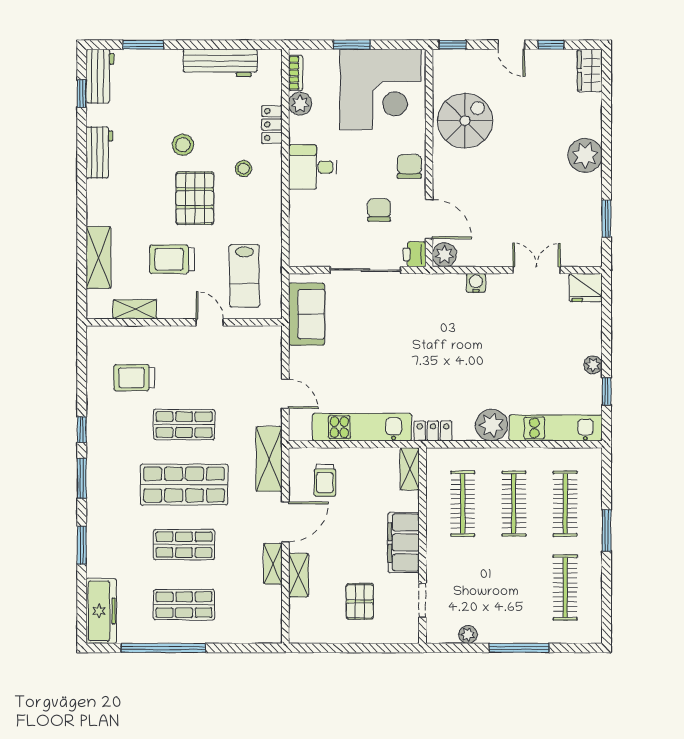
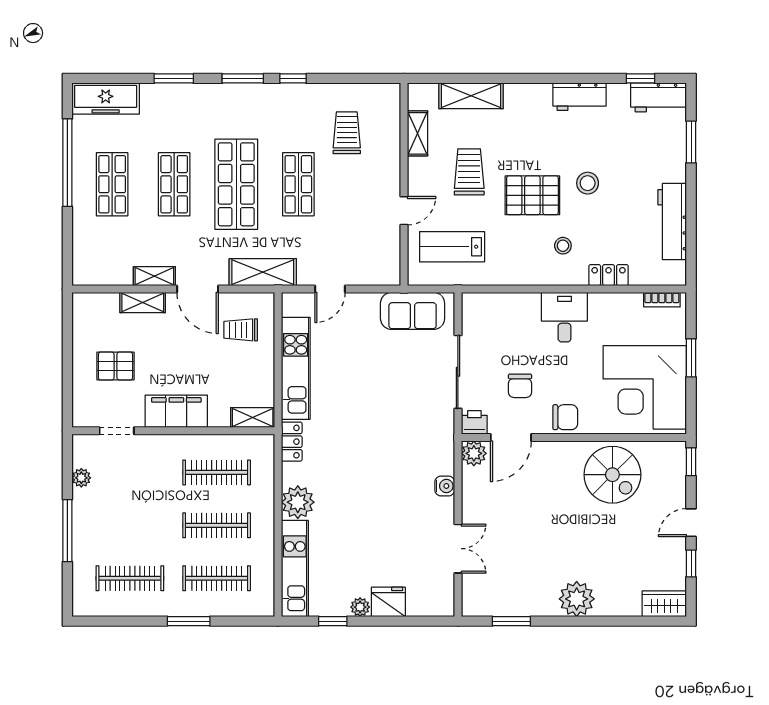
plant: (300, 104) -> (630, 304), removed
chair: (379, 210) -> (520, 386), turned 90
fridge: (586, 288) -> (388, 602), moved, turned 90

